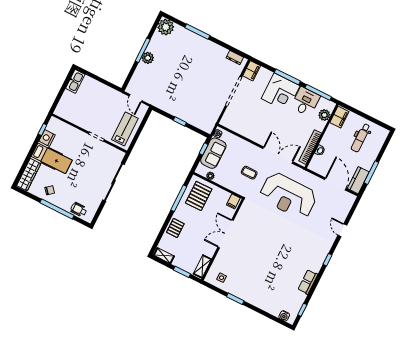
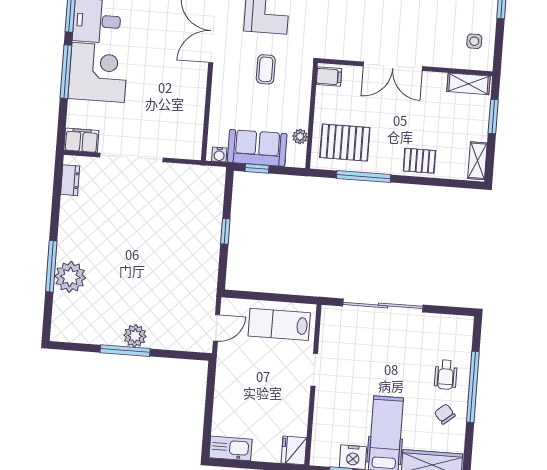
plant: (166, 27) -> (70, 277), moved
fridge: (62, 111) -> (294, 450), added
wheelchair: (79, 210) -> (446, 375), moved

